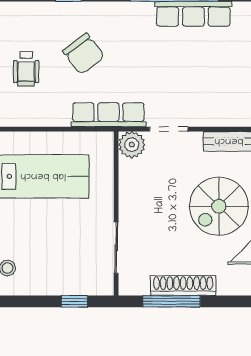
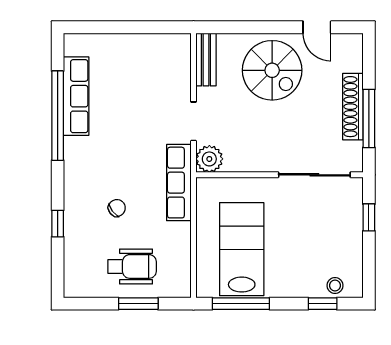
chair: (84, 54) -> (117, 208), width x0.54, depth x0.54
wheelchair: (26, 69) -> (132, 266), width x1.36, depth x1.37
sliding door: (116, 248) -> (314, 175), width x1.37

